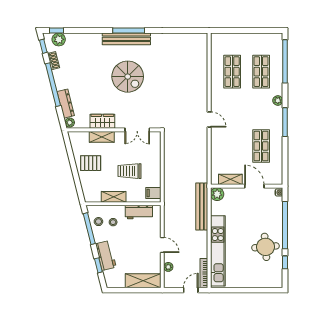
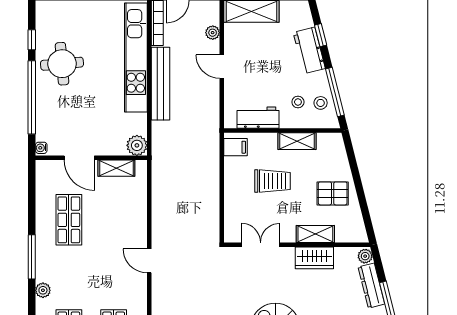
bench: (202, 207) -> (161, 84), moved

